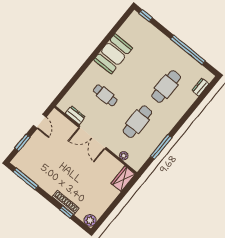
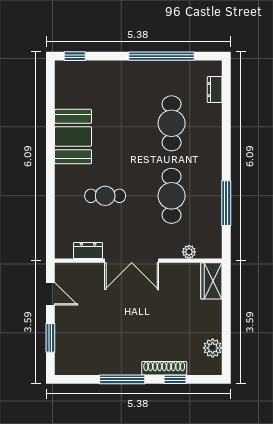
window: (26, 179) -> (122, 379), moved
plant: (90, 220) -> (213, 348), moved

